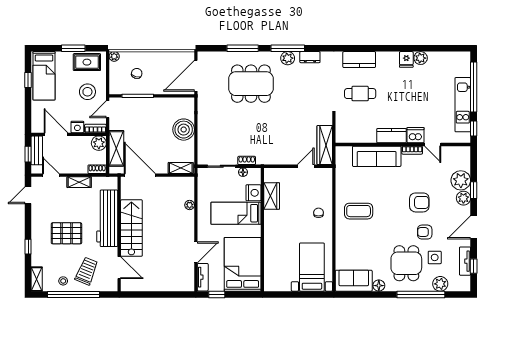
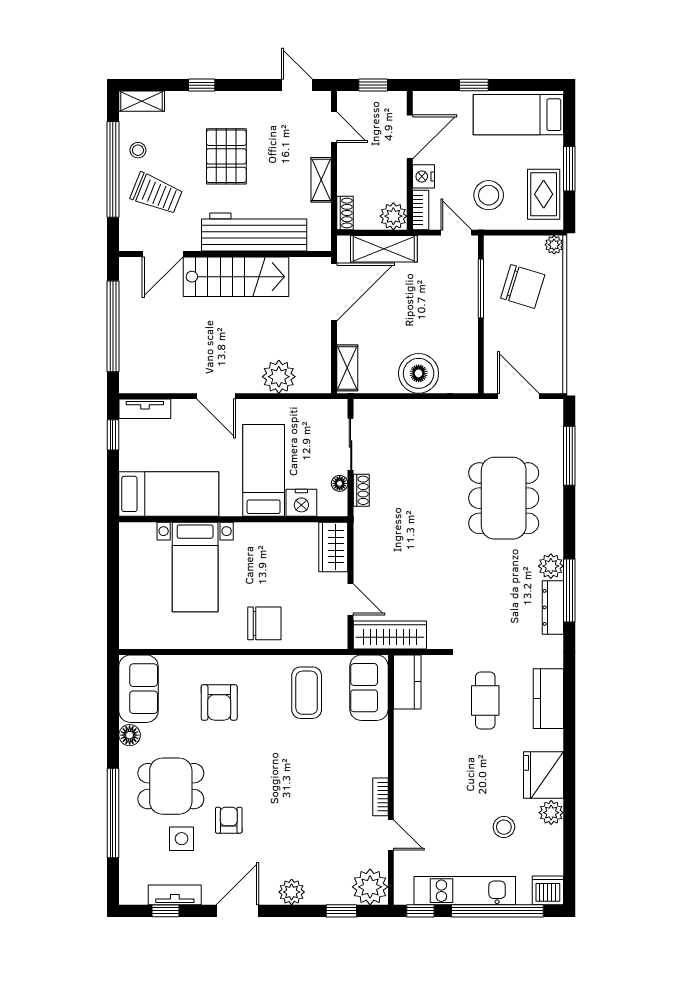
window: (243, 48) -> (569, 456), moved
window: (288, 48) -> (569, 591), moved
dresser: (310, 57) -> (553, 607), width x1.44
fridge: (406, 59) -> (543, 775), width x1.88, depth x1.34
chair: (137, 73) -> (523, 286), width x1.87, depth x1.87
door: (196, 76) -> (518, 396), width x0.73
window: (28, 80) -> (474, 85), moved
stool: (428, 84) -> (504, 827), added
dishwasher: (416, 135) -> (548, 890), moved, turned -90
kitchen counter: (391, 136) -> (407, 682), moved
door: (433, 145) -> (391, 835), swing flipped
bench: (37, 150) -> (380, 101), removed
sofa: (377, 156) -> (369, 688), moved, width x0.73
door: (51, 175) -> (334, 127), hinge flipped
plant: (461, 180) -> (370, 887), moved
window: (474, 190) -> (341, 911), moved
wardrobe: (272, 196) -> (333, 547), moved, turned 90
armchair: (419, 202) -> (219, 702), moved
plant: (190, 205) -> (279, 377), width x1.88, depth x1.88
coffee table: (359, 211) -> (307, 693), moved
chair: (319, 213) -> (264, 623), width x1.87, depth x1.87
door: (474, 227) -> (237, 911), hinge flipped
door: (196, 252) -> (216, 396), moved
bed: (243, 264) -> (169, 494), width x0.67
bed with nightstands: (312, 267) -> (195, 567), moved, turned 90
plant: (440, 284) -> (133, 849), removed
window: (158, 294) -> (113, 326), added

